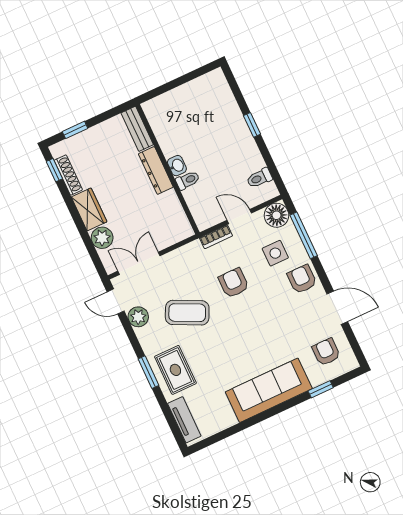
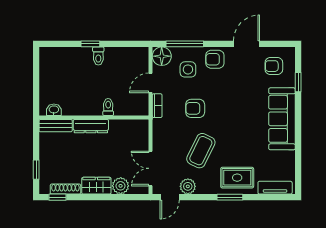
washbasin: (177, 166) -> (54, 110), moved
toilet: (259, 178) -> (98, 56), moved

